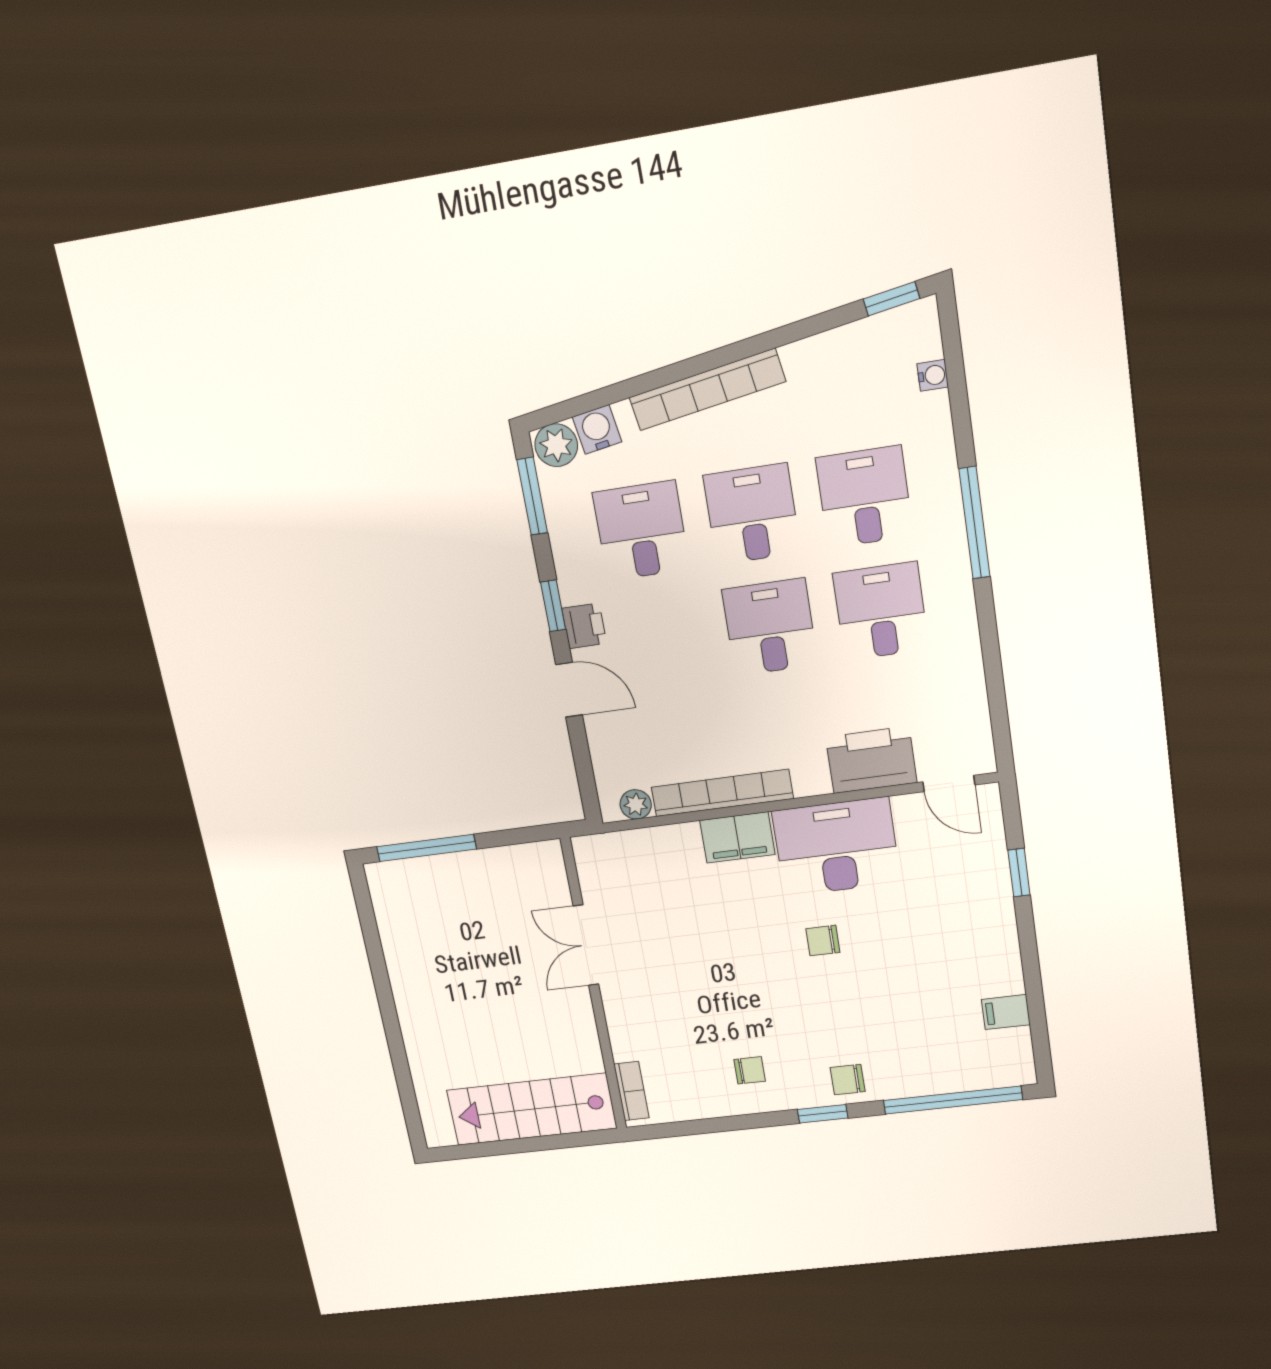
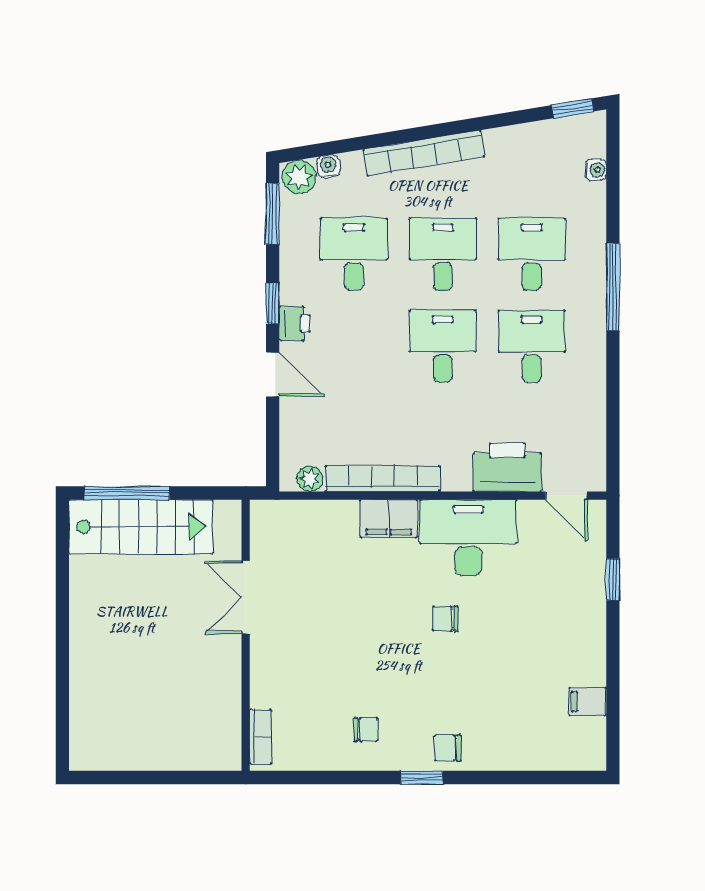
water cooler: (597, 429) -> (328, 166), width x0.72, depth x0.72
window: (953, 1100) -> (534, 777), removed
stairs: (532, 1109) -> (141, 527), moved, turned 180

